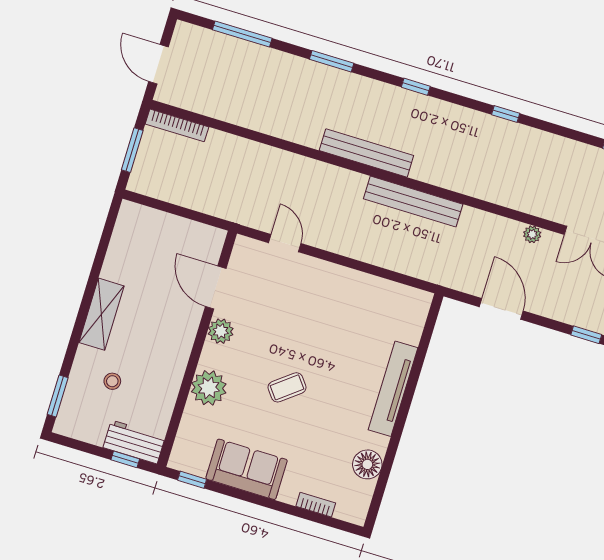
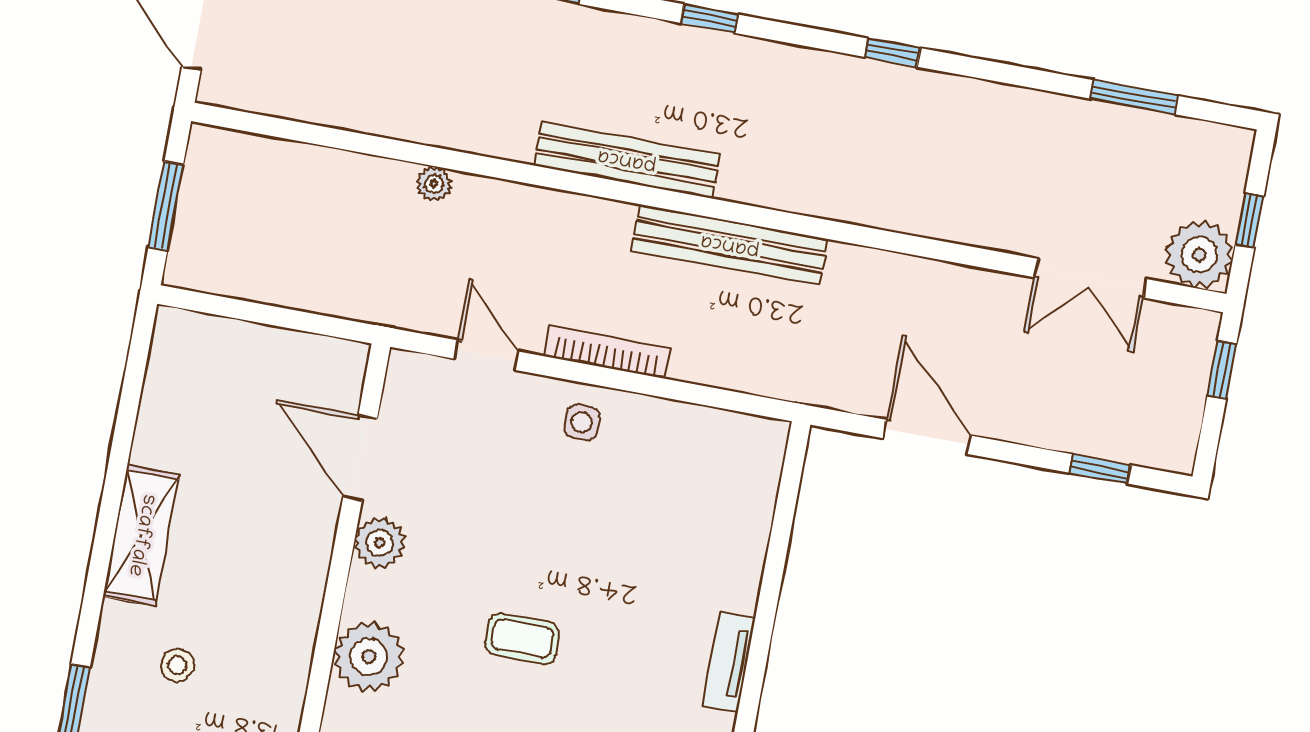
bookcase: (177, 125) -> (607, 352), moved, turned 180
plant: (532, 234) -> (434, 184), moved
side table: (329, 282) -> (582, 422), added
coffee table: (287, 387) -> (522, 639), turned 38
tv unit: (393, 389) -> (729, 662), width x0.52, depth x0.78

